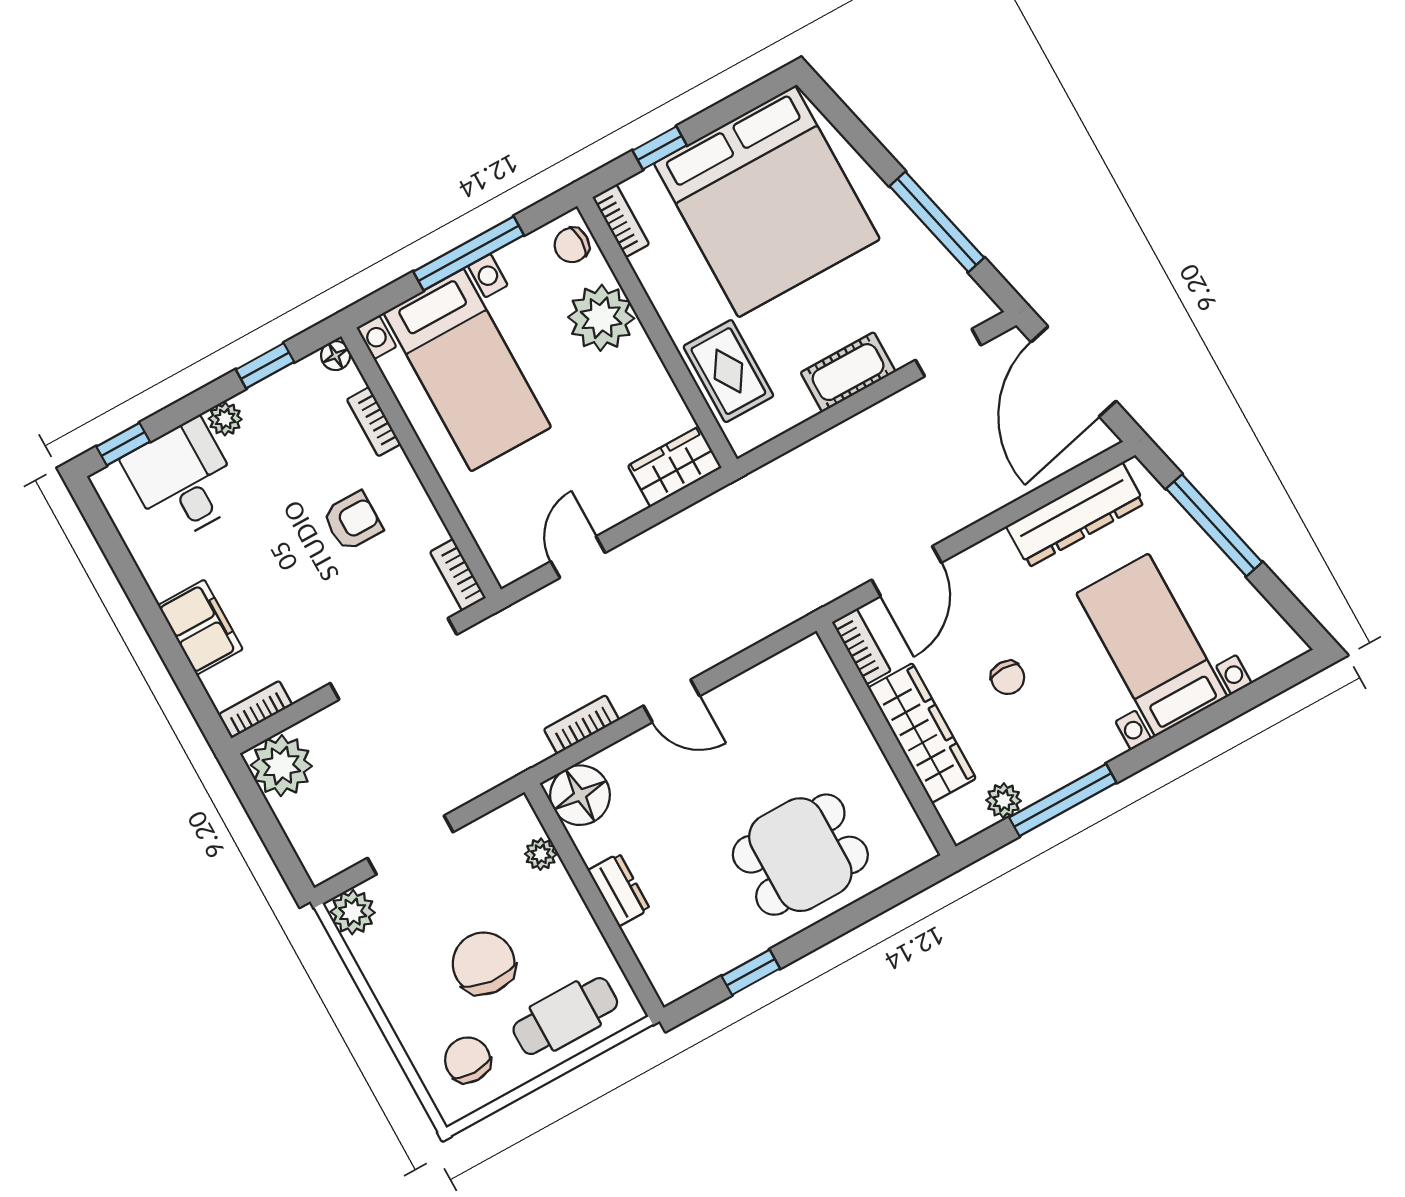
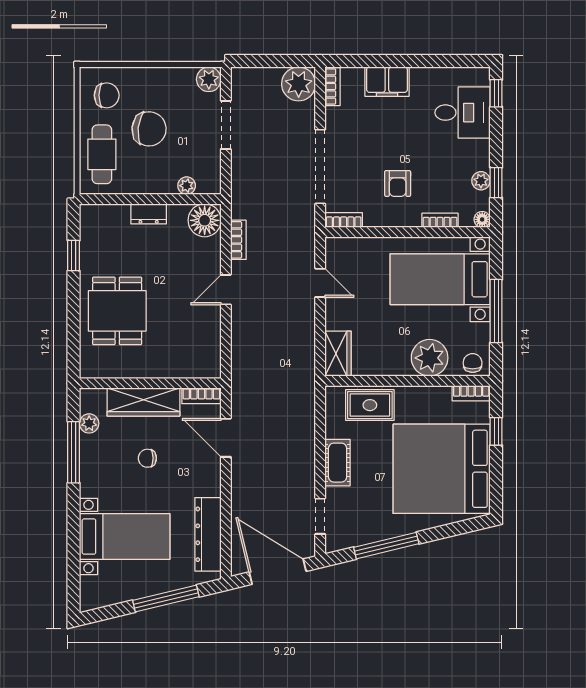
plant: (225, 419) -> (481, 181), moved

